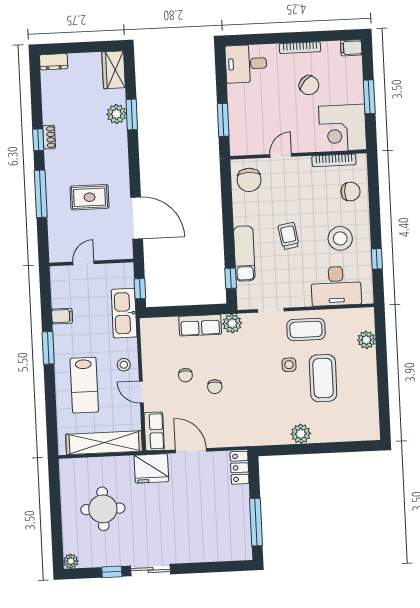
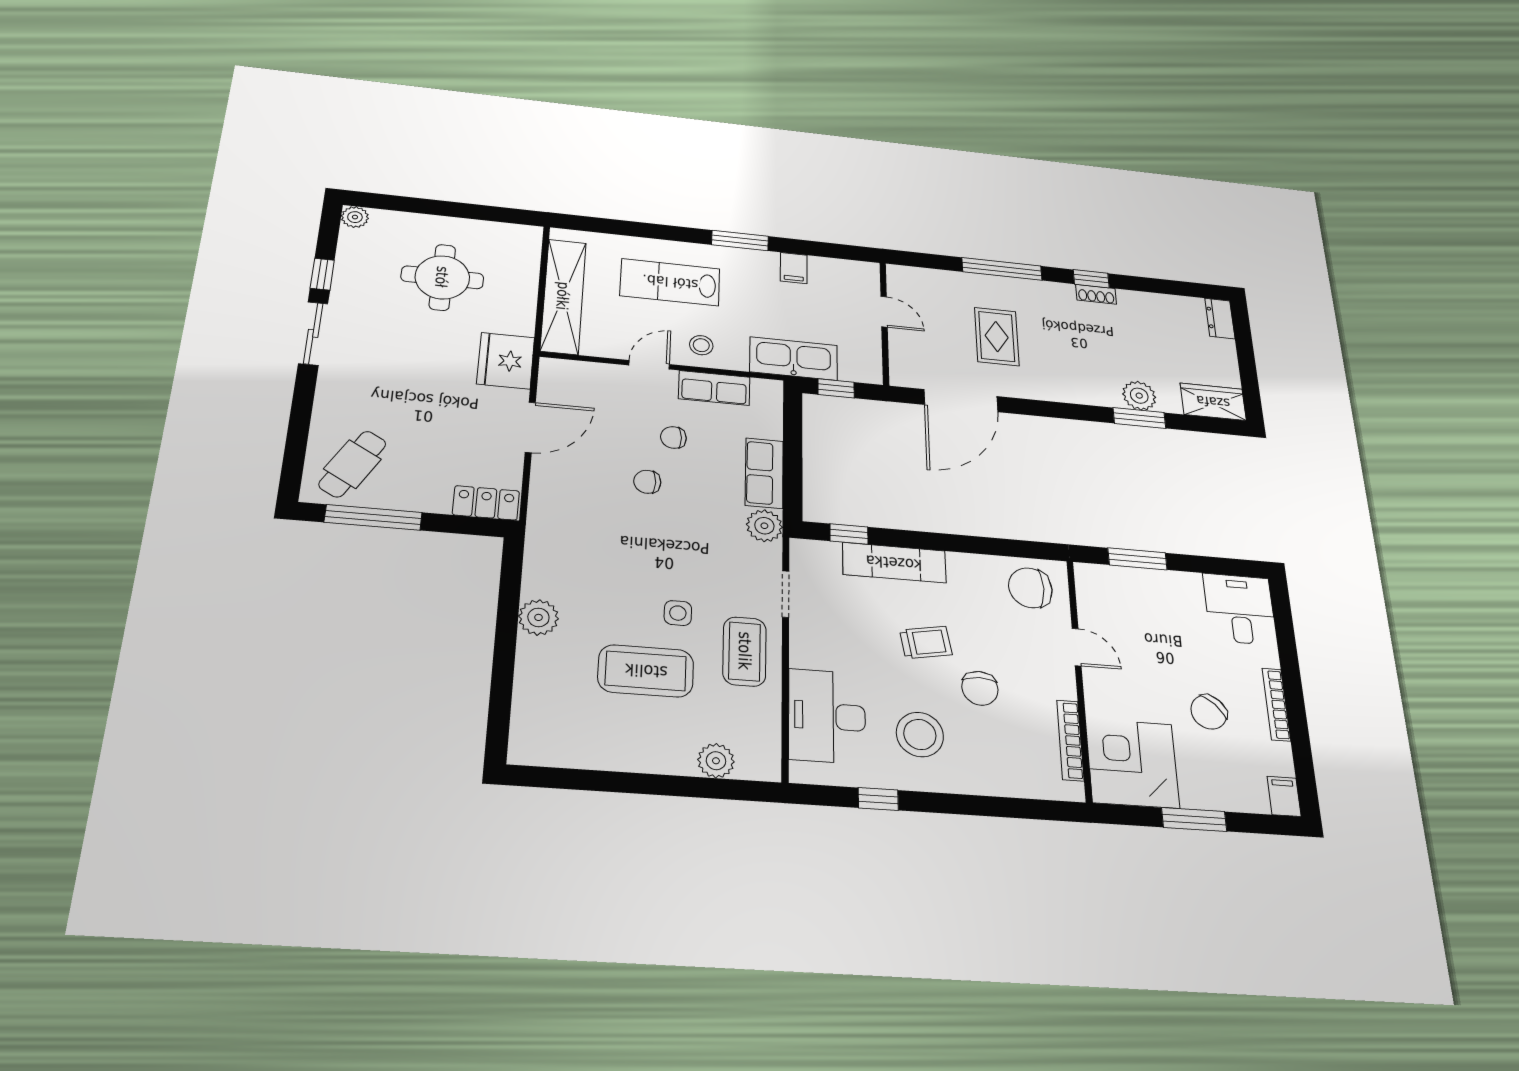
chair: (350, 192) -> (980, 688), moved
row of seats: (154, 431) -> (714, 388), moved
cafe table: (227, 537) -> (352, 464), added

